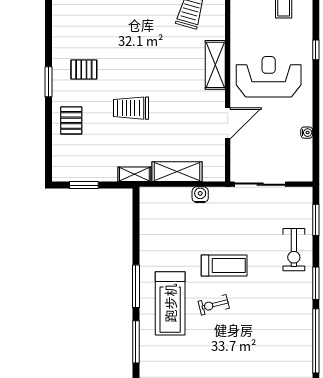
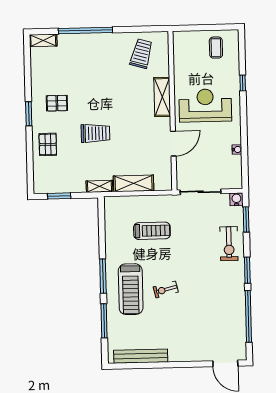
trolley: (131, 108) -> (95, 133), turned 180
water cooler: (200, 195) -> (236, 199), moved
treadmill: (224, 265) -> (152, 231), moved

